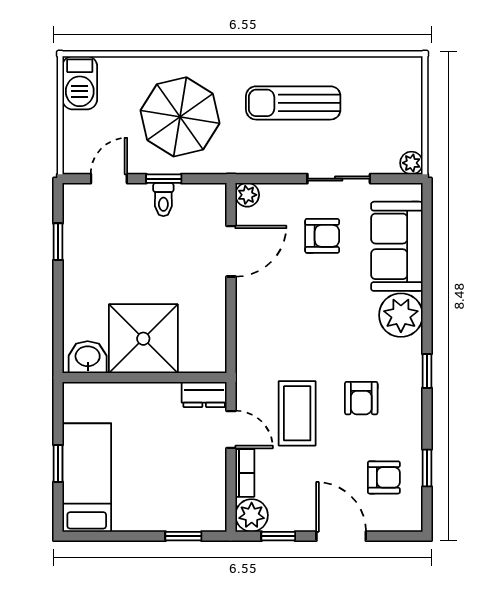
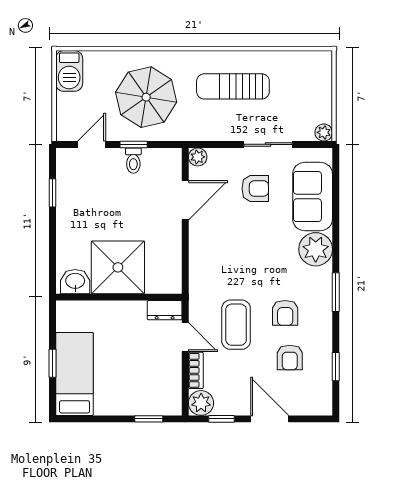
window: (427, 371) -> (336, 292), width x1.50
armchair: (384, 477) -> (290, 357), moved, turned 90

